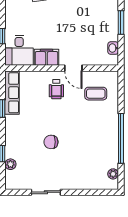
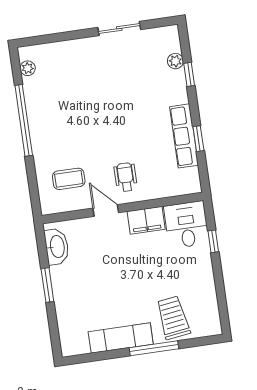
washbasin: (113, 48) -> (57, 247), width x1.91, depth x1.45
row of seats: (12, 93) -> (184, 136), moved
chair: (51, 142) -> (122, 101), removed

